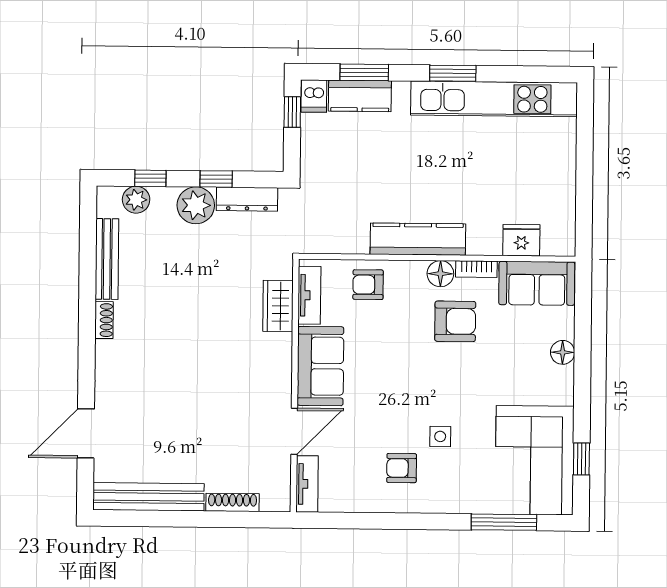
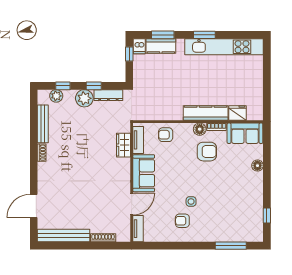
kitchen counter: (418, 239) -> (206, 113), moved
side table: (440, 436) -> (191, 201), moved
corner sofa: (535, 460) -> (245, 216), removed

